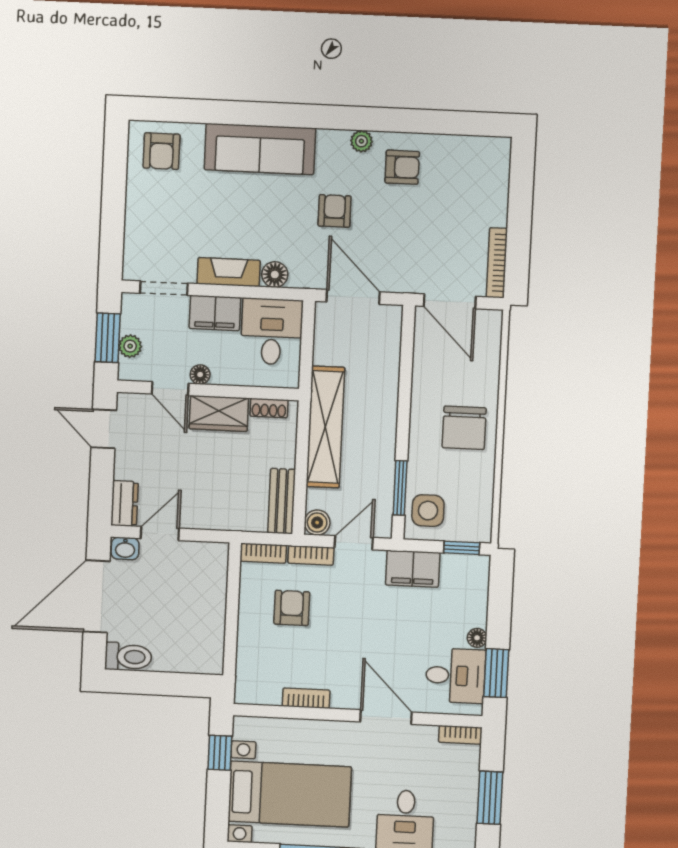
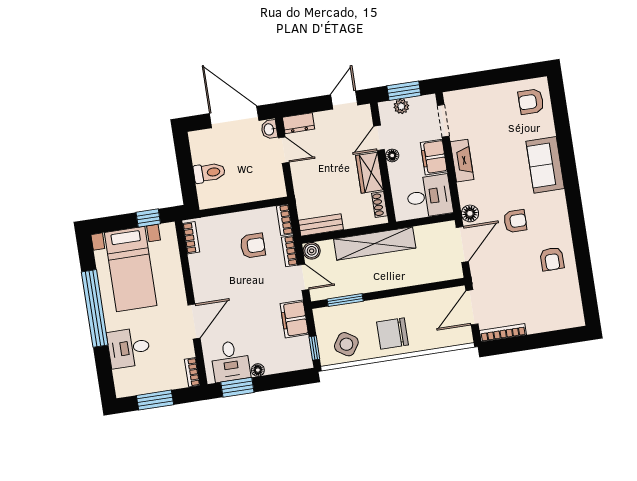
plant: (361, 141) -> (563, 229), removed
sofa: (260, 149) -> (545, 165), width x0.73
floor lamp: (275, 275) -> (470, 213), moved
side table: (428, 511) -> (346, 344), moved, turned 33
toilet: (128, 657) -> (209, 173), moved, turned -90
bookcase: (306, 698) -> (191, 238), moved

